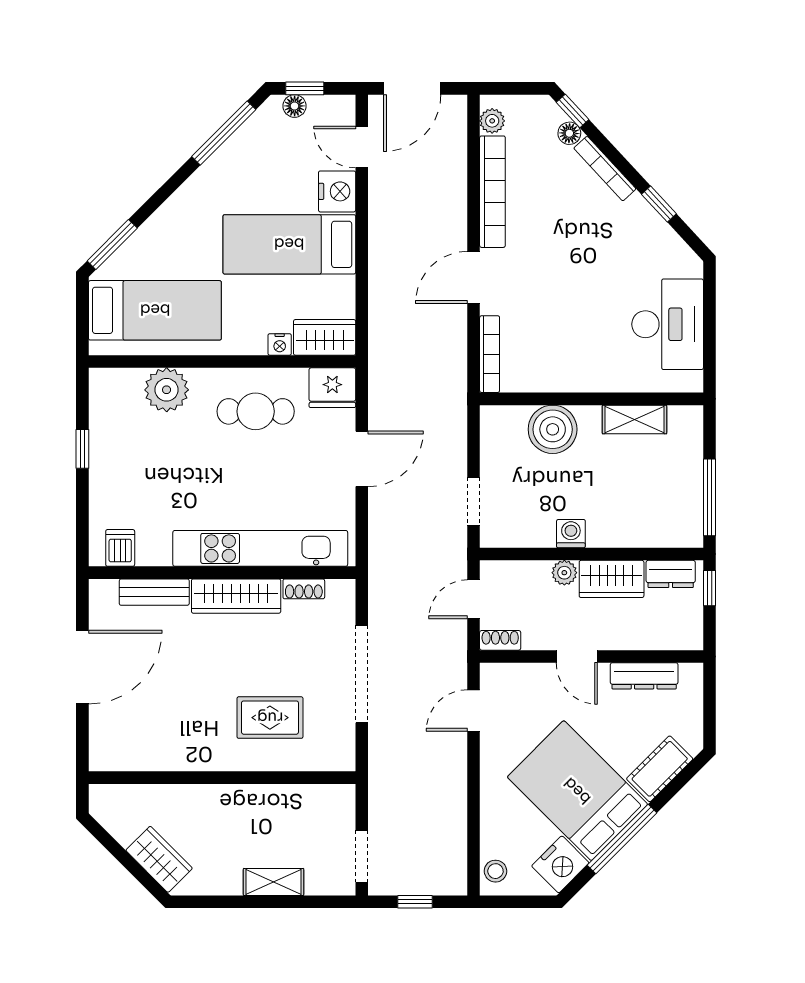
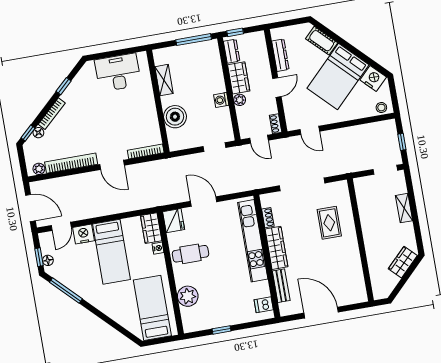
window: (112, 244) -> (126, 333), removed
cafe table: (256, 411) -> (190, 254), turned 90
window: (622, 839) -> (357, 52), removed

